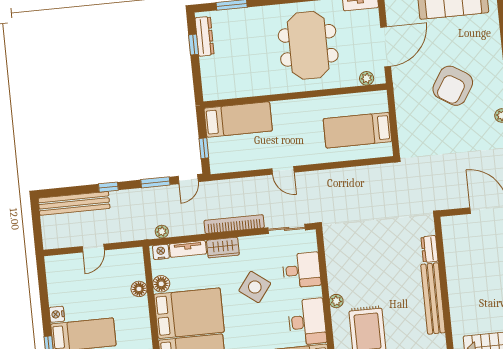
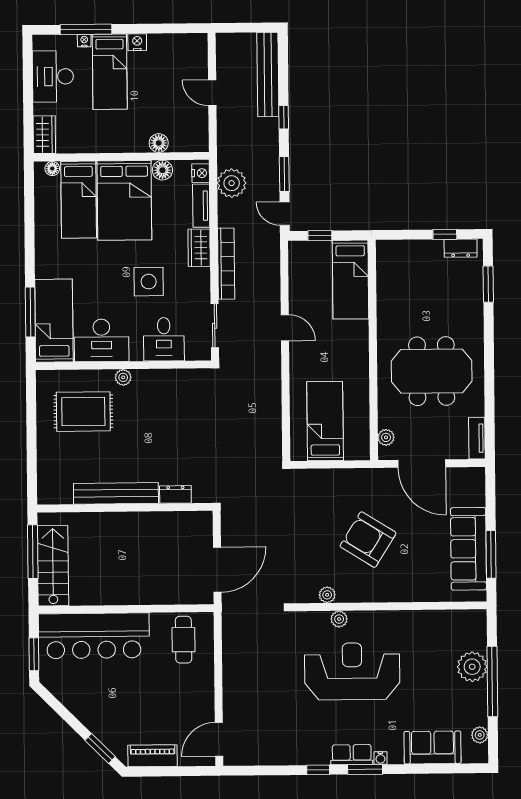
dresser: (204, 36) -> (461, 248), width x0.70
door: (283, 170) -> (285, 328), swing flipped
plant: (162, 232) -> (232, 183), width x1.88, depth x1.88
side table: (255, 287) -> (149, 282), turned -37

